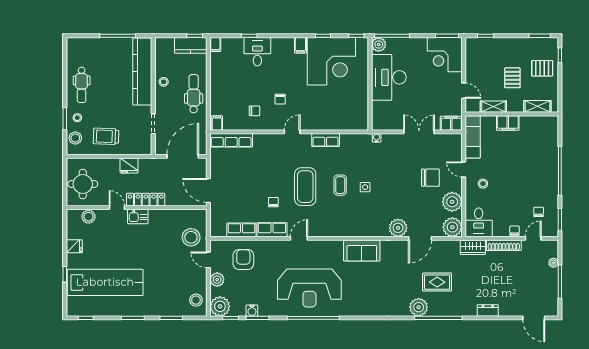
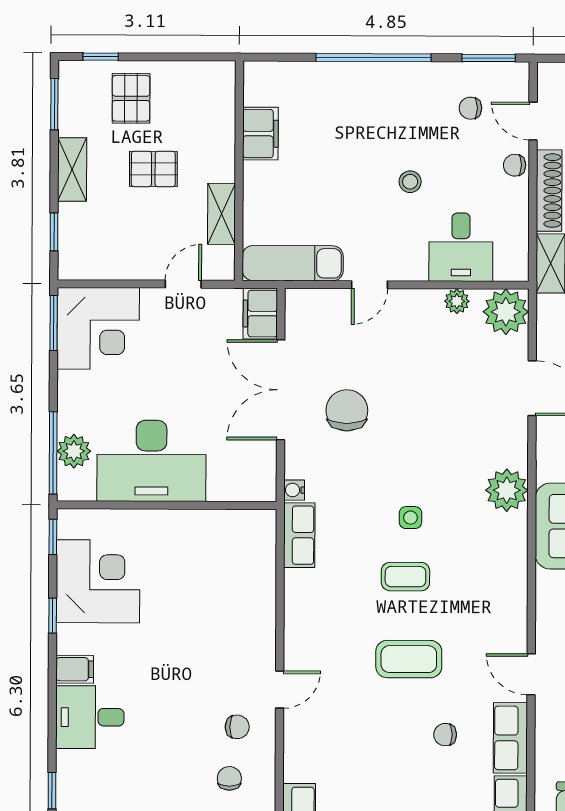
plant: (379, 44) -> (74, 451), moved
desk: (257, 52) -> (90, 717), moved
corner desk: (331, 61) -> (98, 581), width x0.74, depth x0.74
chair: (280, 99) -> (237, 727), moved
shelving: (537, 106) -> (72, 170), moved
filing cabinet: (508, 123) -> (260, 134), moved
door: (292, 132) -> (280, 690), swing flipped
double door: (419, 132) -> (281, 390), width x1.37
row of seats: (326, 140) -> (299, 535), moved
chair: (430, 178) -> (347, 410), moved
stool: (483, 184) -> (410, 182), moved
coffee table: (305, 187) -> (409, 659), width x0.73, depth x0.76
plant: (452, 202) -> (457, 301), width x0.53, depth x0.53
desk: (479, 222) -> (461, 247), moved, turned 90
plant: (398, 228) -> (507, 490), moved

